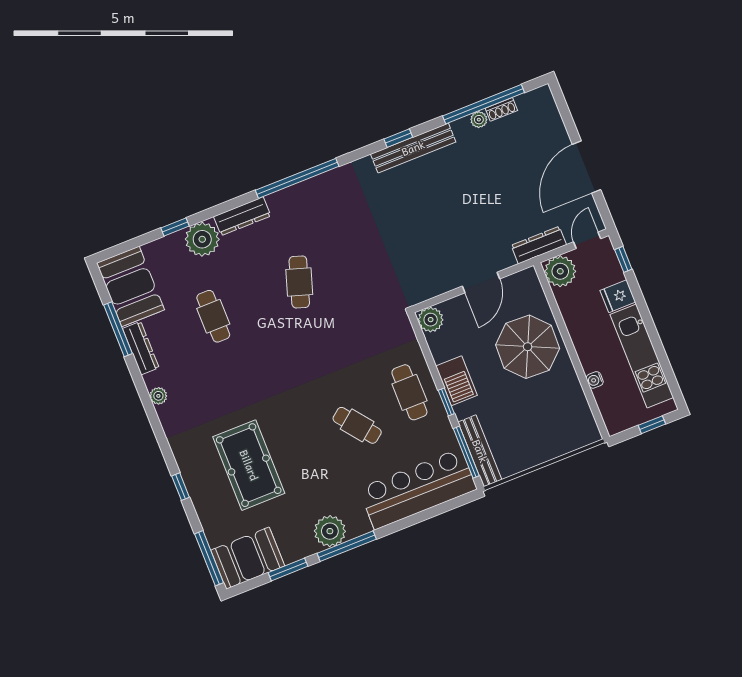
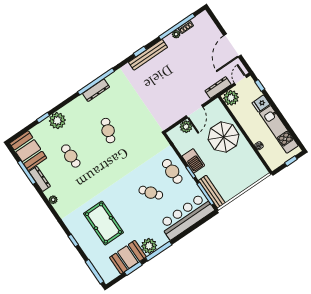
dresser: (242, 216) -> (96, 90), moved
plant: (431, 320) -> (186, 127), moved
booth: (248, 558) -> (128, 257), moved

